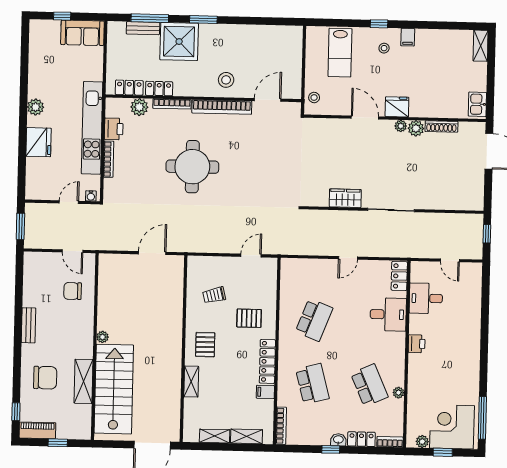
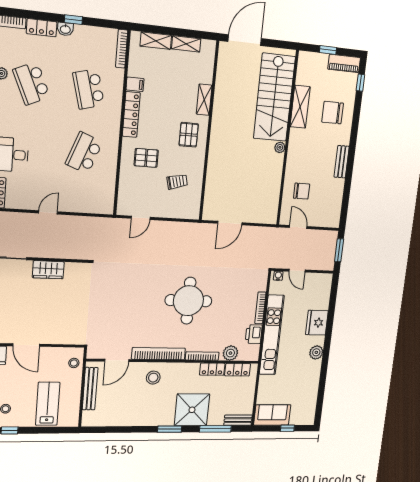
bench: (143, 28) -> (238, 420), moved
bench: (295, 68) -> (90, 389), added
door: (69, 202) -> (297, 271), hinge flipped

